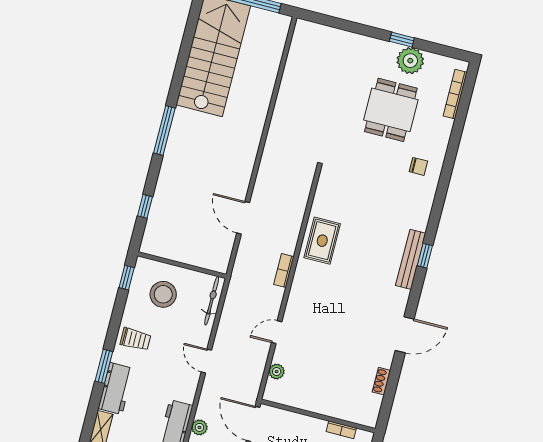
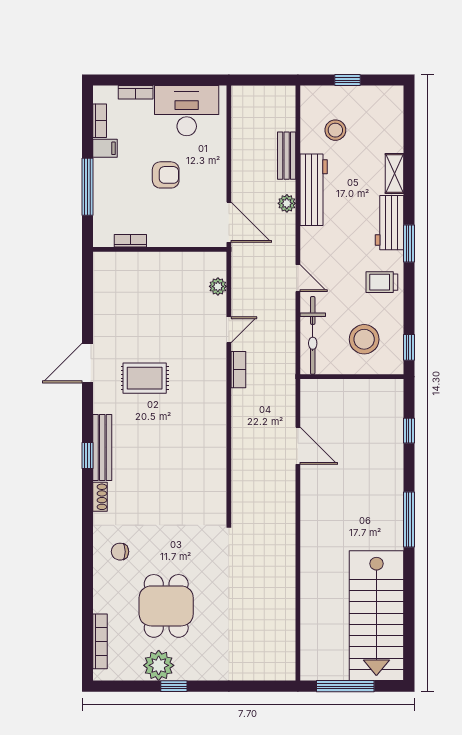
rug: (322, 241) -> (145, 378), moved, turned 90
bookcase: (284, 271) -> (238, 370), moved
bicycle: (212, 301) -> (313, 335), width x1.37, depth x1.40
shoe rack: (381, 381) -> (100, 497), moved

